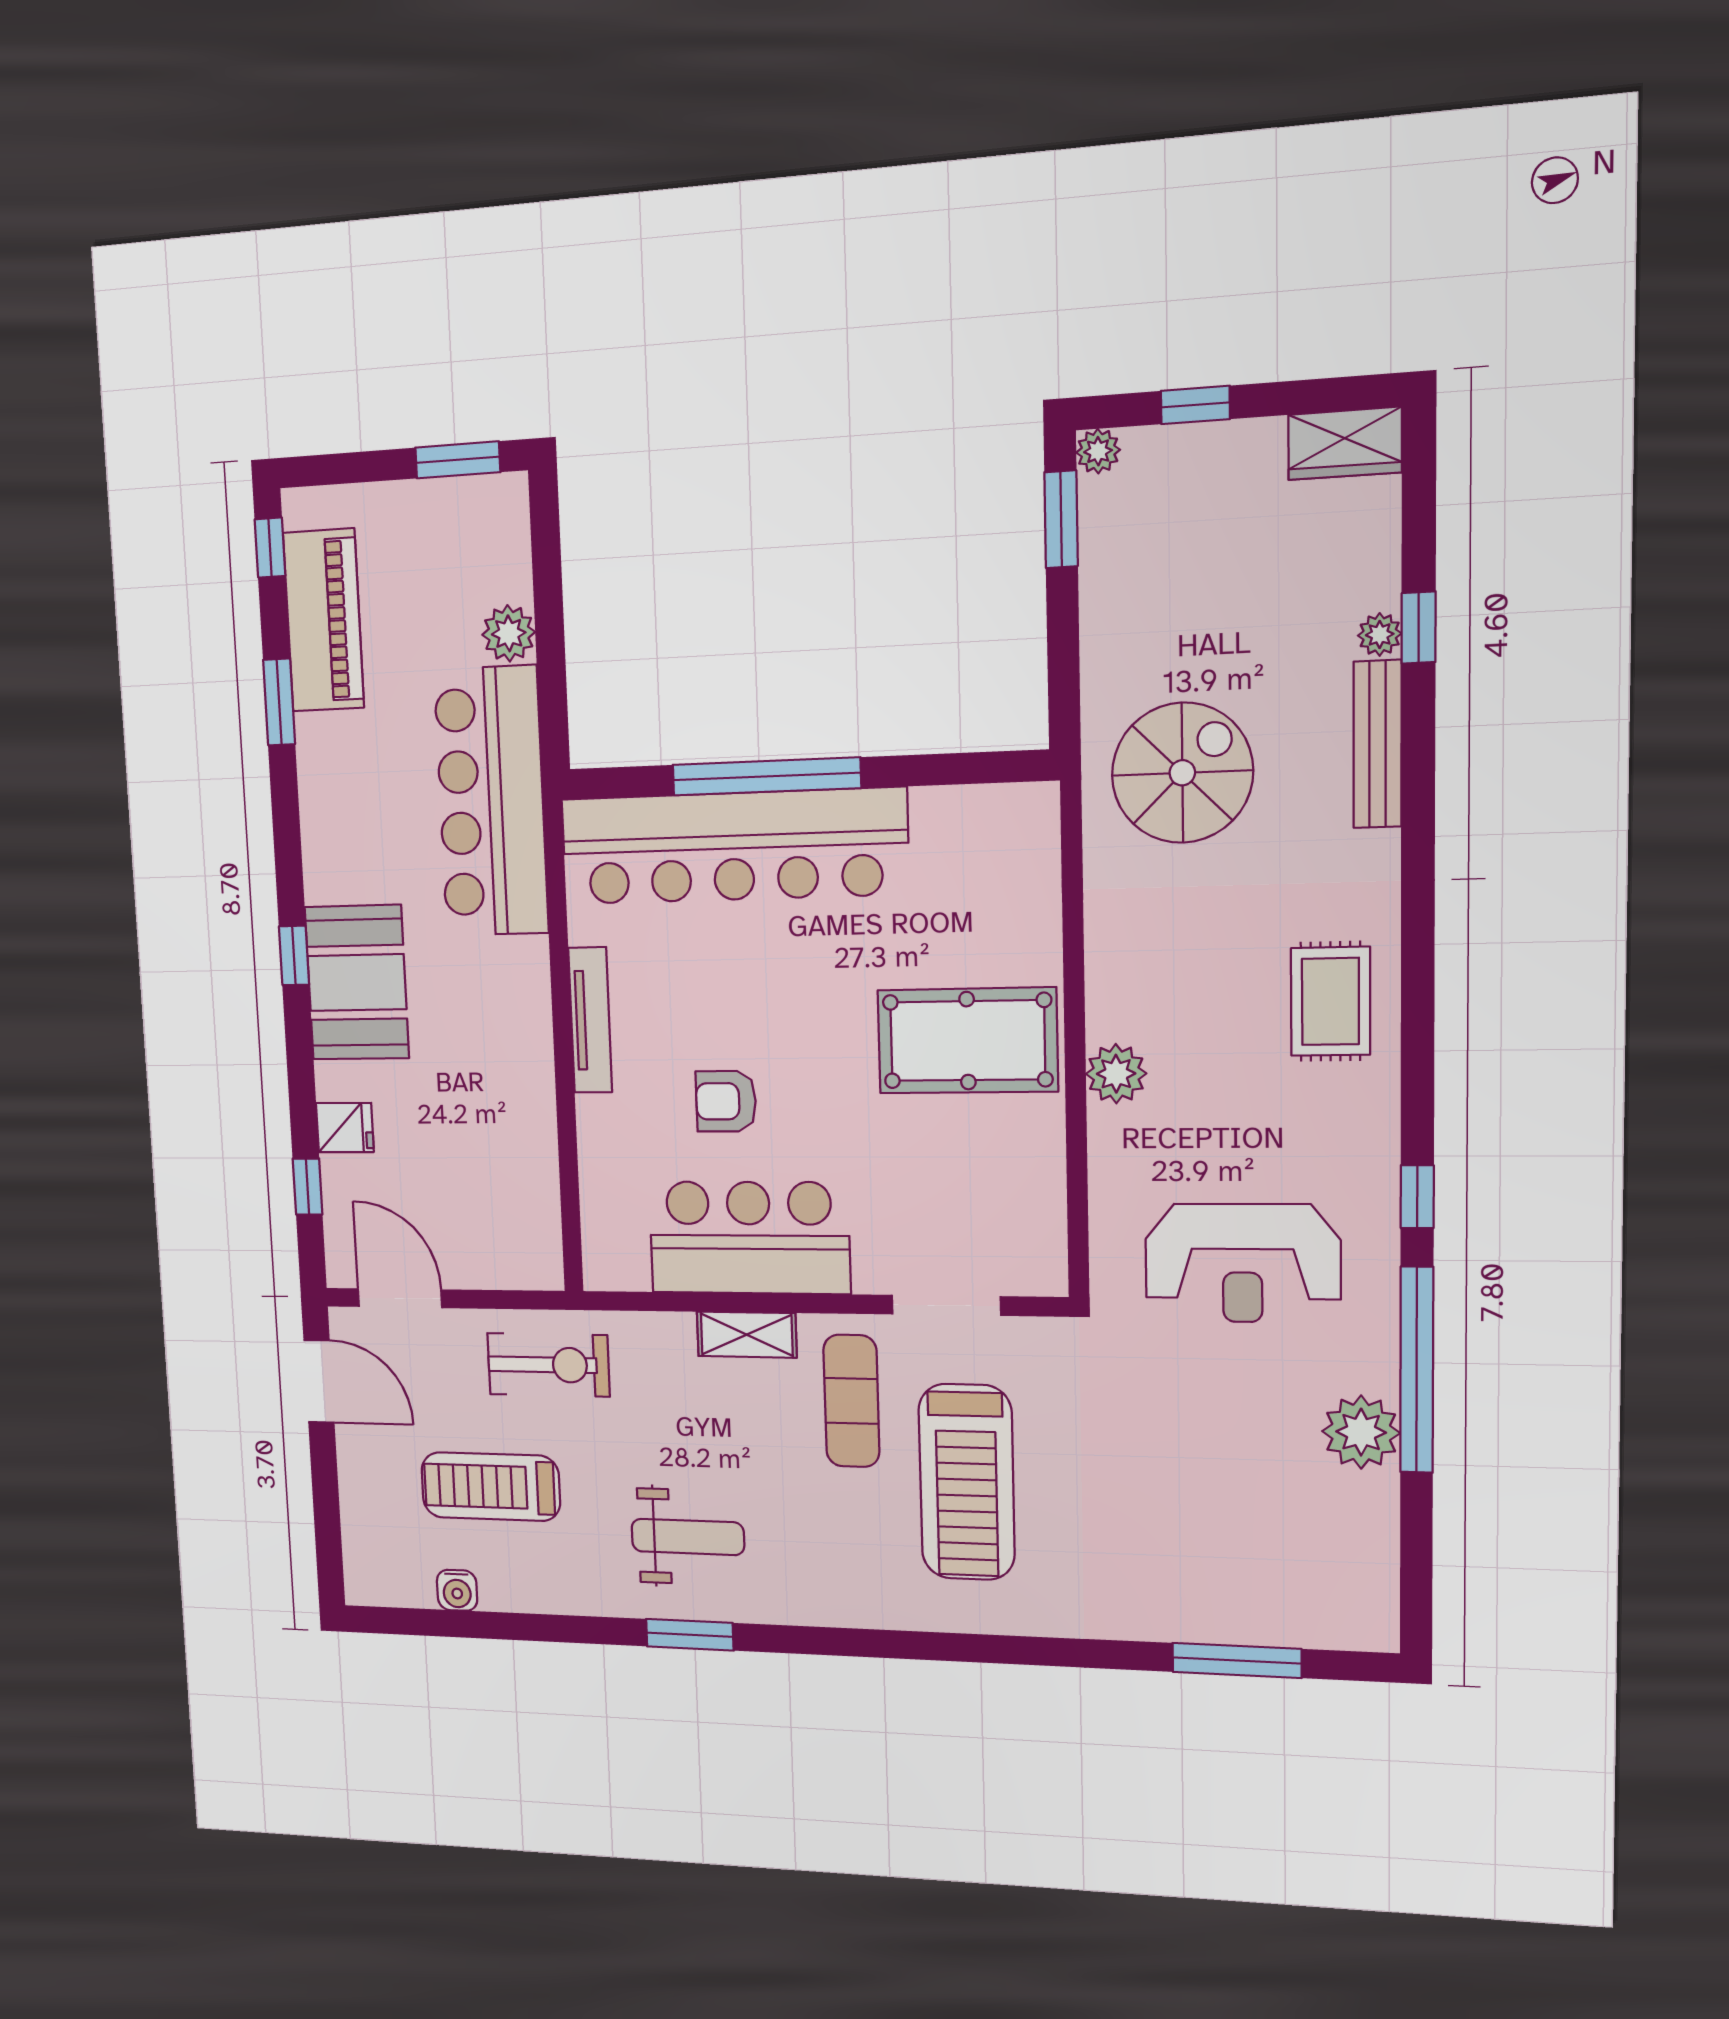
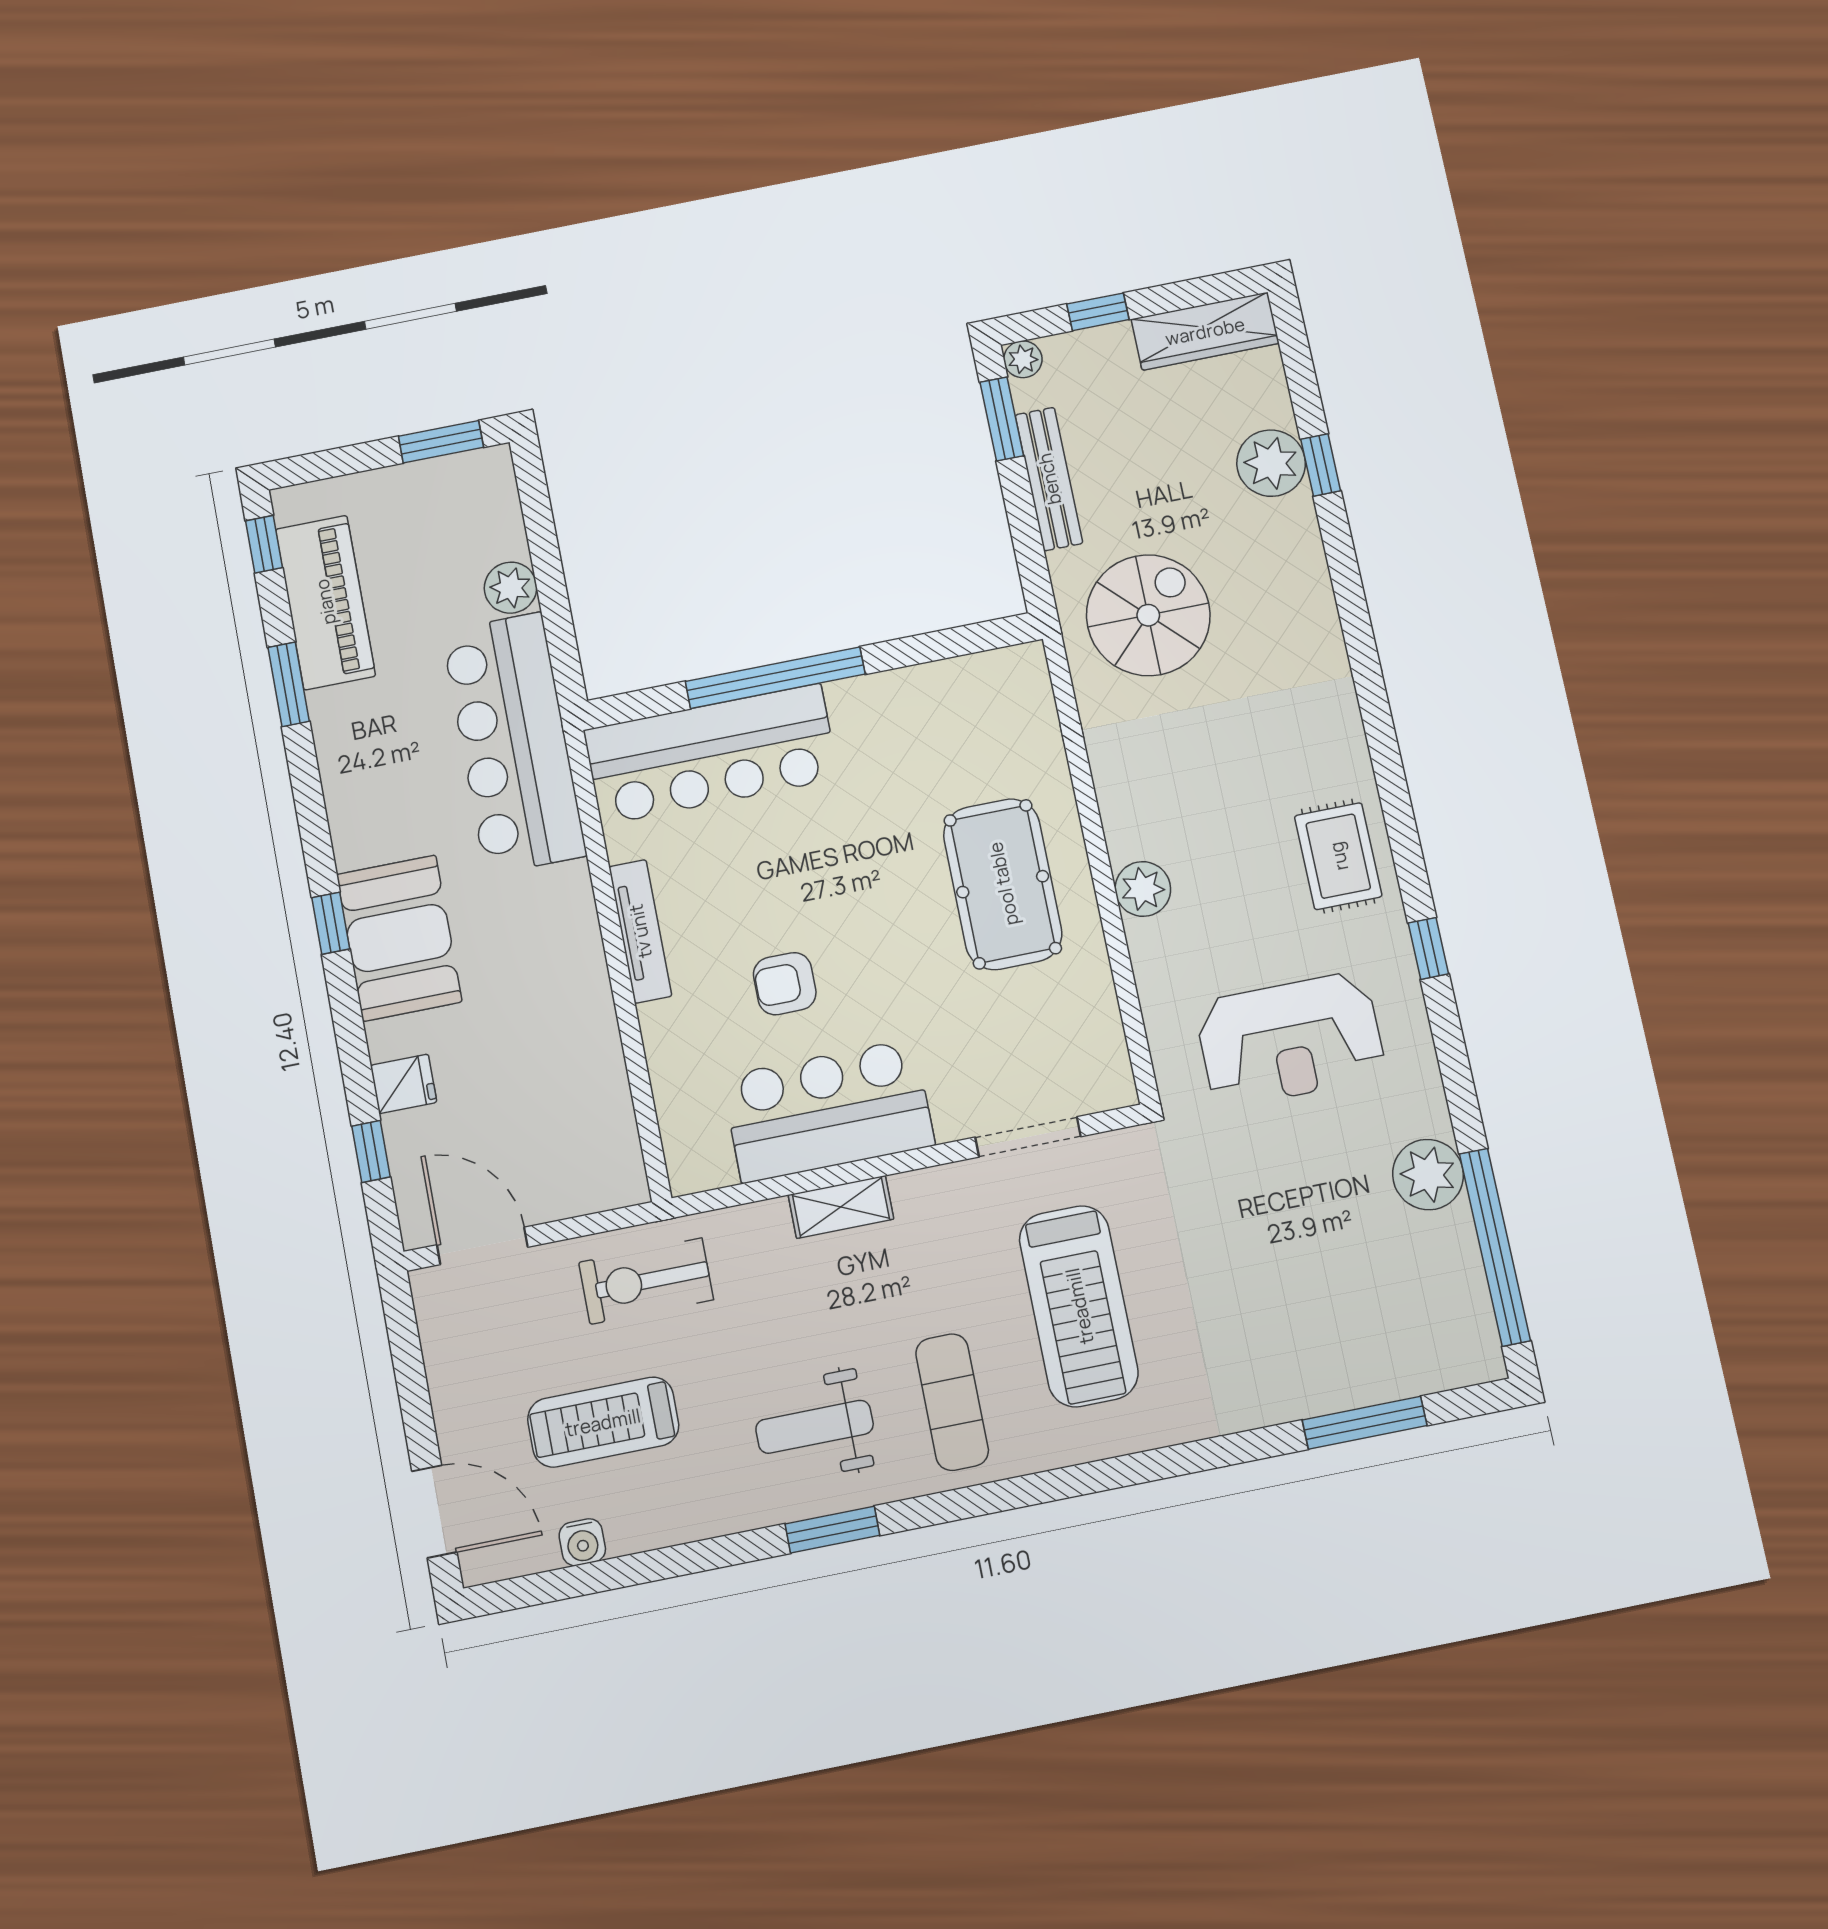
wardrobe: (1345, 443) -> (1205, 331), width x1.50
plant: (1380, 635) -> (1271, 463), width x1.88, depth x1.88
bench: (1378, 744) -> (1049, 479), moved
bar counter: (733, 846) -> (711, 754), width x0.73
rug: (1330, 1001) -> (1338, 856), moved
pool table: (967, 1041) -> (1003, 884), turned 90
exercise bike: (548, 1365) -> (646, 1281), turned 180
window: (1417, 1370) -> (1495, 1247), moved
door: (319, 1381) -> (434, 1512), moved
exercise mat: (851, 1401) -> (952, 1402), moved
weight bench: (688, 1537) -> (814, 1427), turned 180

